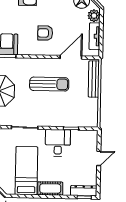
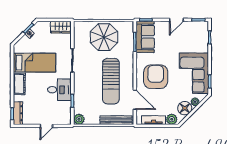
armchair: (45, 33) -> (156, 77), width x1.88, depth x1.88
sun lounger: (49, 84) -> (111, 81), width x1.36, depth x1.34
plant: (92, 121) -> (79, 119), added
door: (99, 158) -> (46, 126), hinge flipped

